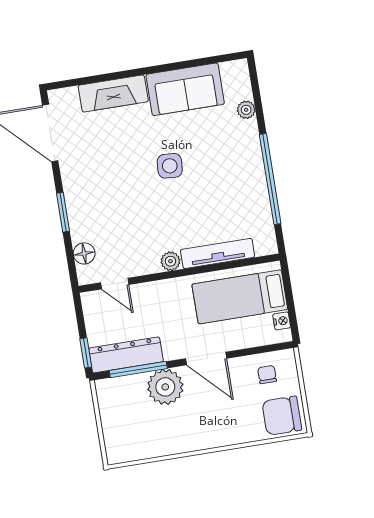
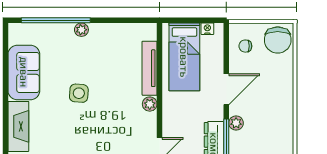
plant: (246, 110) -> (81, 30), moved
window: (270, 179) -> (56, 20), moved
plant: (165, 387) -> (236, 123), width x0.53, depth x0.53

